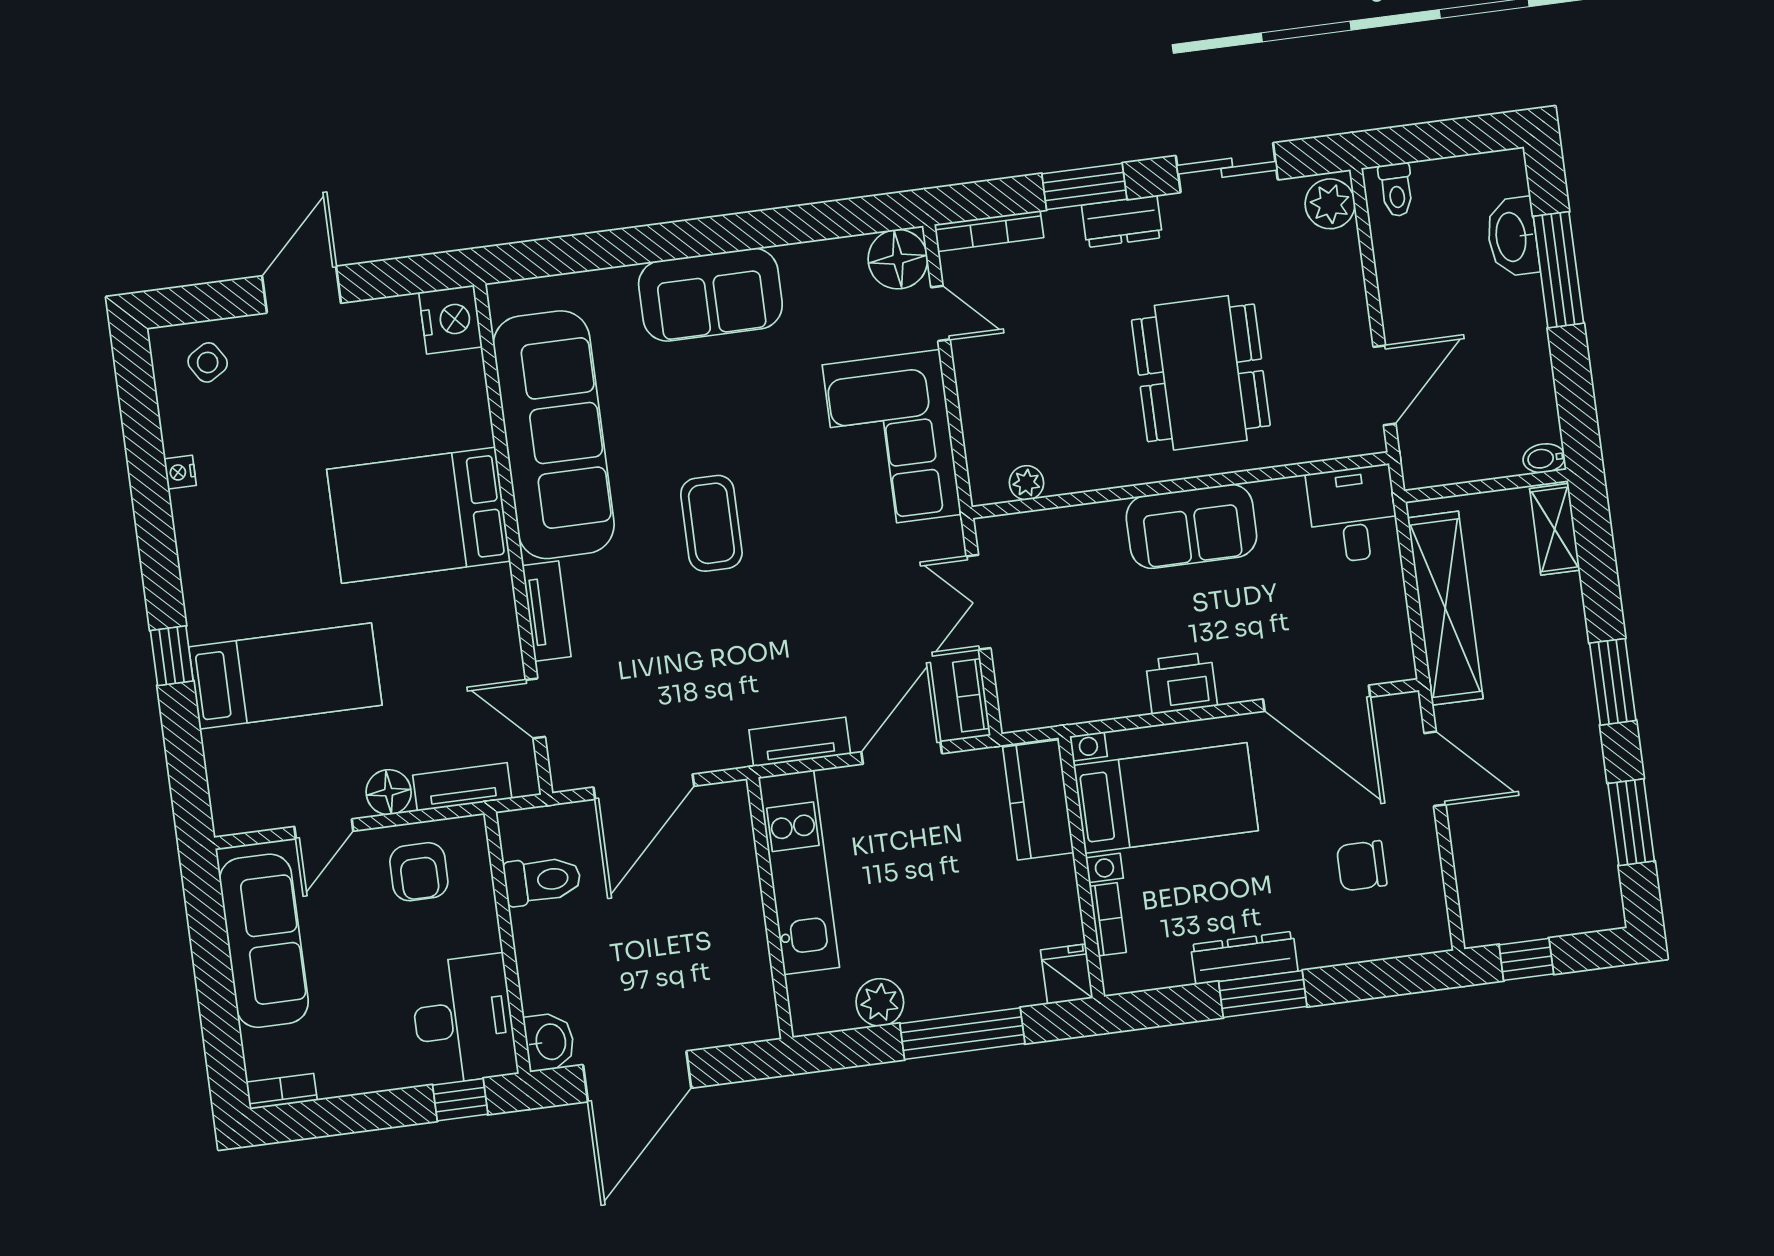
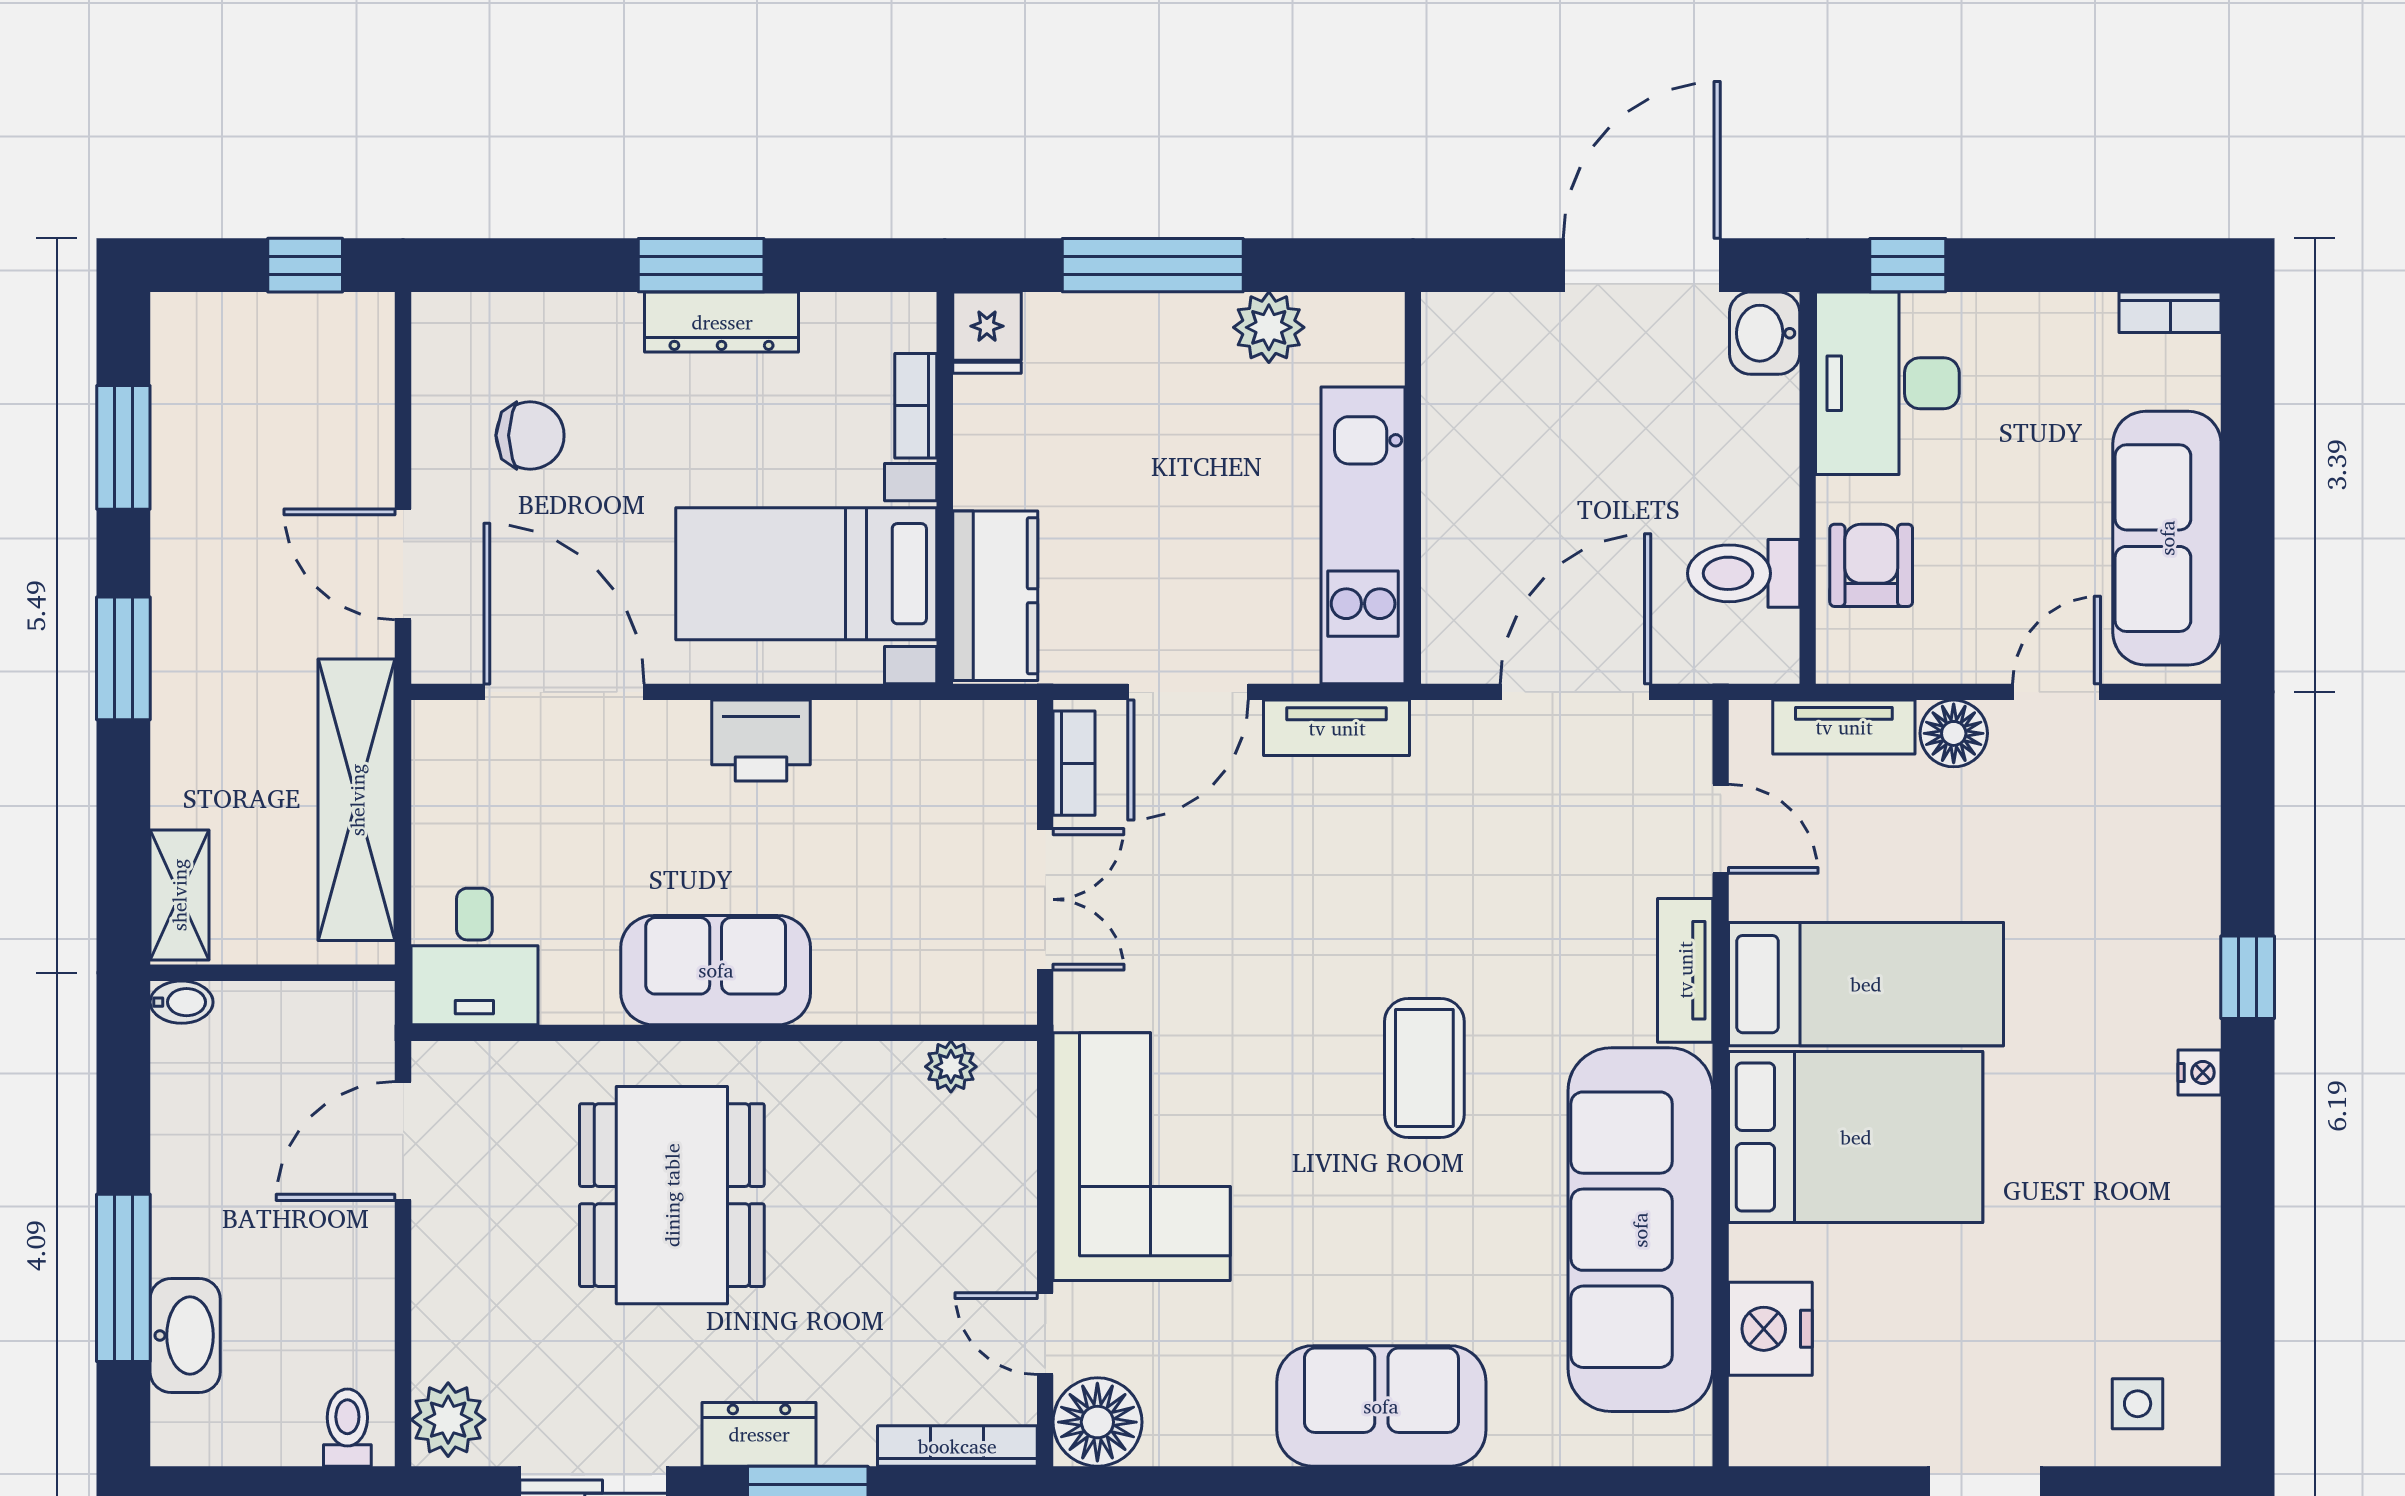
nightstand: (450, 320) -> (1770, 1329), moved
side table: (208, 362) -> (2138, 1404), turned 32
nightstand: (180, 472) -> (2199, 1073), moved
bed: (285, 676) -> (1866, 984), moved, turned 180
armchair: (419, 872) -> (1871, 565), moved

